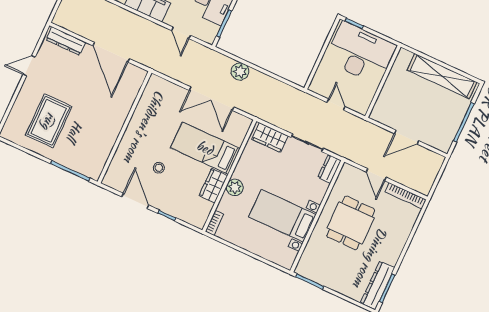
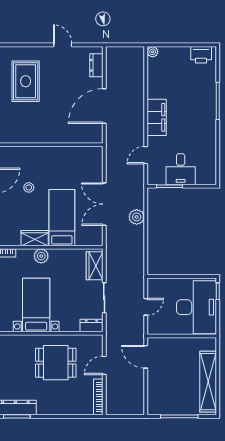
dresser: (66, 41) -> (96, 65), width x0.70
rug: (49, 121) -> (26, 81), turned 90
door: (407, 137) -> (146, 357), moved

